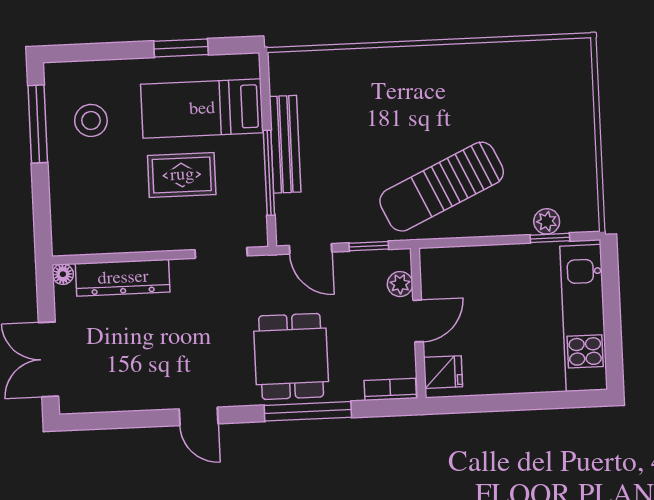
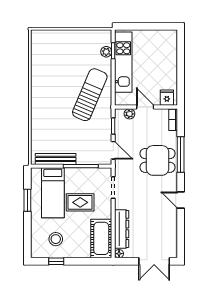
window: (38, 124) -> (56, 261), width x0.46
bench: (285, 144) -> (56, 159), moved
rug: (182, 175) -> (80, 202), turned 90
sun lounger: (442, 187) -> (90, 95), turned -132
cot: (97, 230) -> (101, 238), added
door: (311, 249) -> (113, 150), hinge flipped
kitchen unit: (584, 318) -> (123, 62), moved, turned -90
door: (199, 416) -> (181, 200), swing flipped

